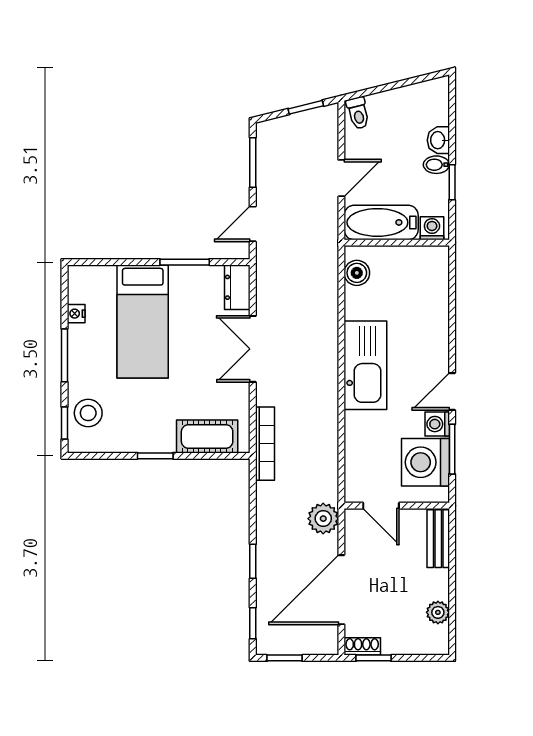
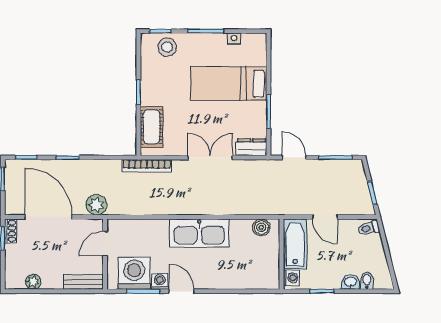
bidet: (436, 165) -> (367, 281), moved

